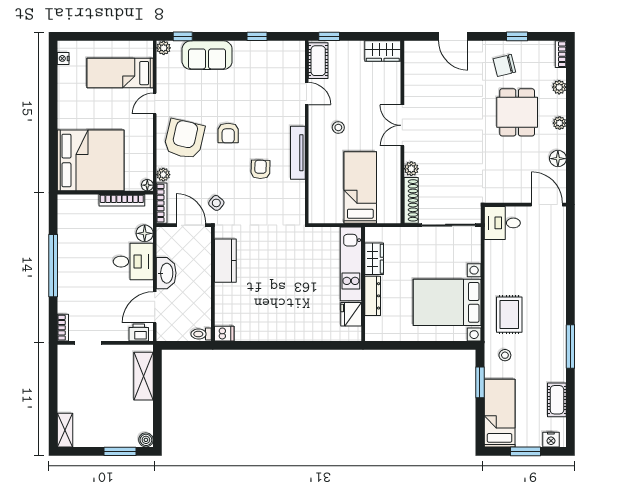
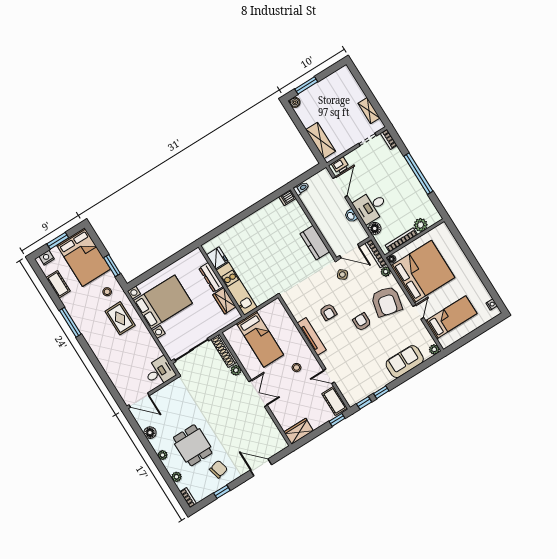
window: (183, 36) -> (364, 403), moved
bed: (91, 160) -> (423, 272), moved, turned 180
plant: (88, 204) -> (421, 225), added
washbasin: (166, 273) -> (351, 216), width x0.52, depth x0.69
bed: (500, 413) -> (84, 257), width x1.50
shelving: (65, 430) -> (369, 111), moved

